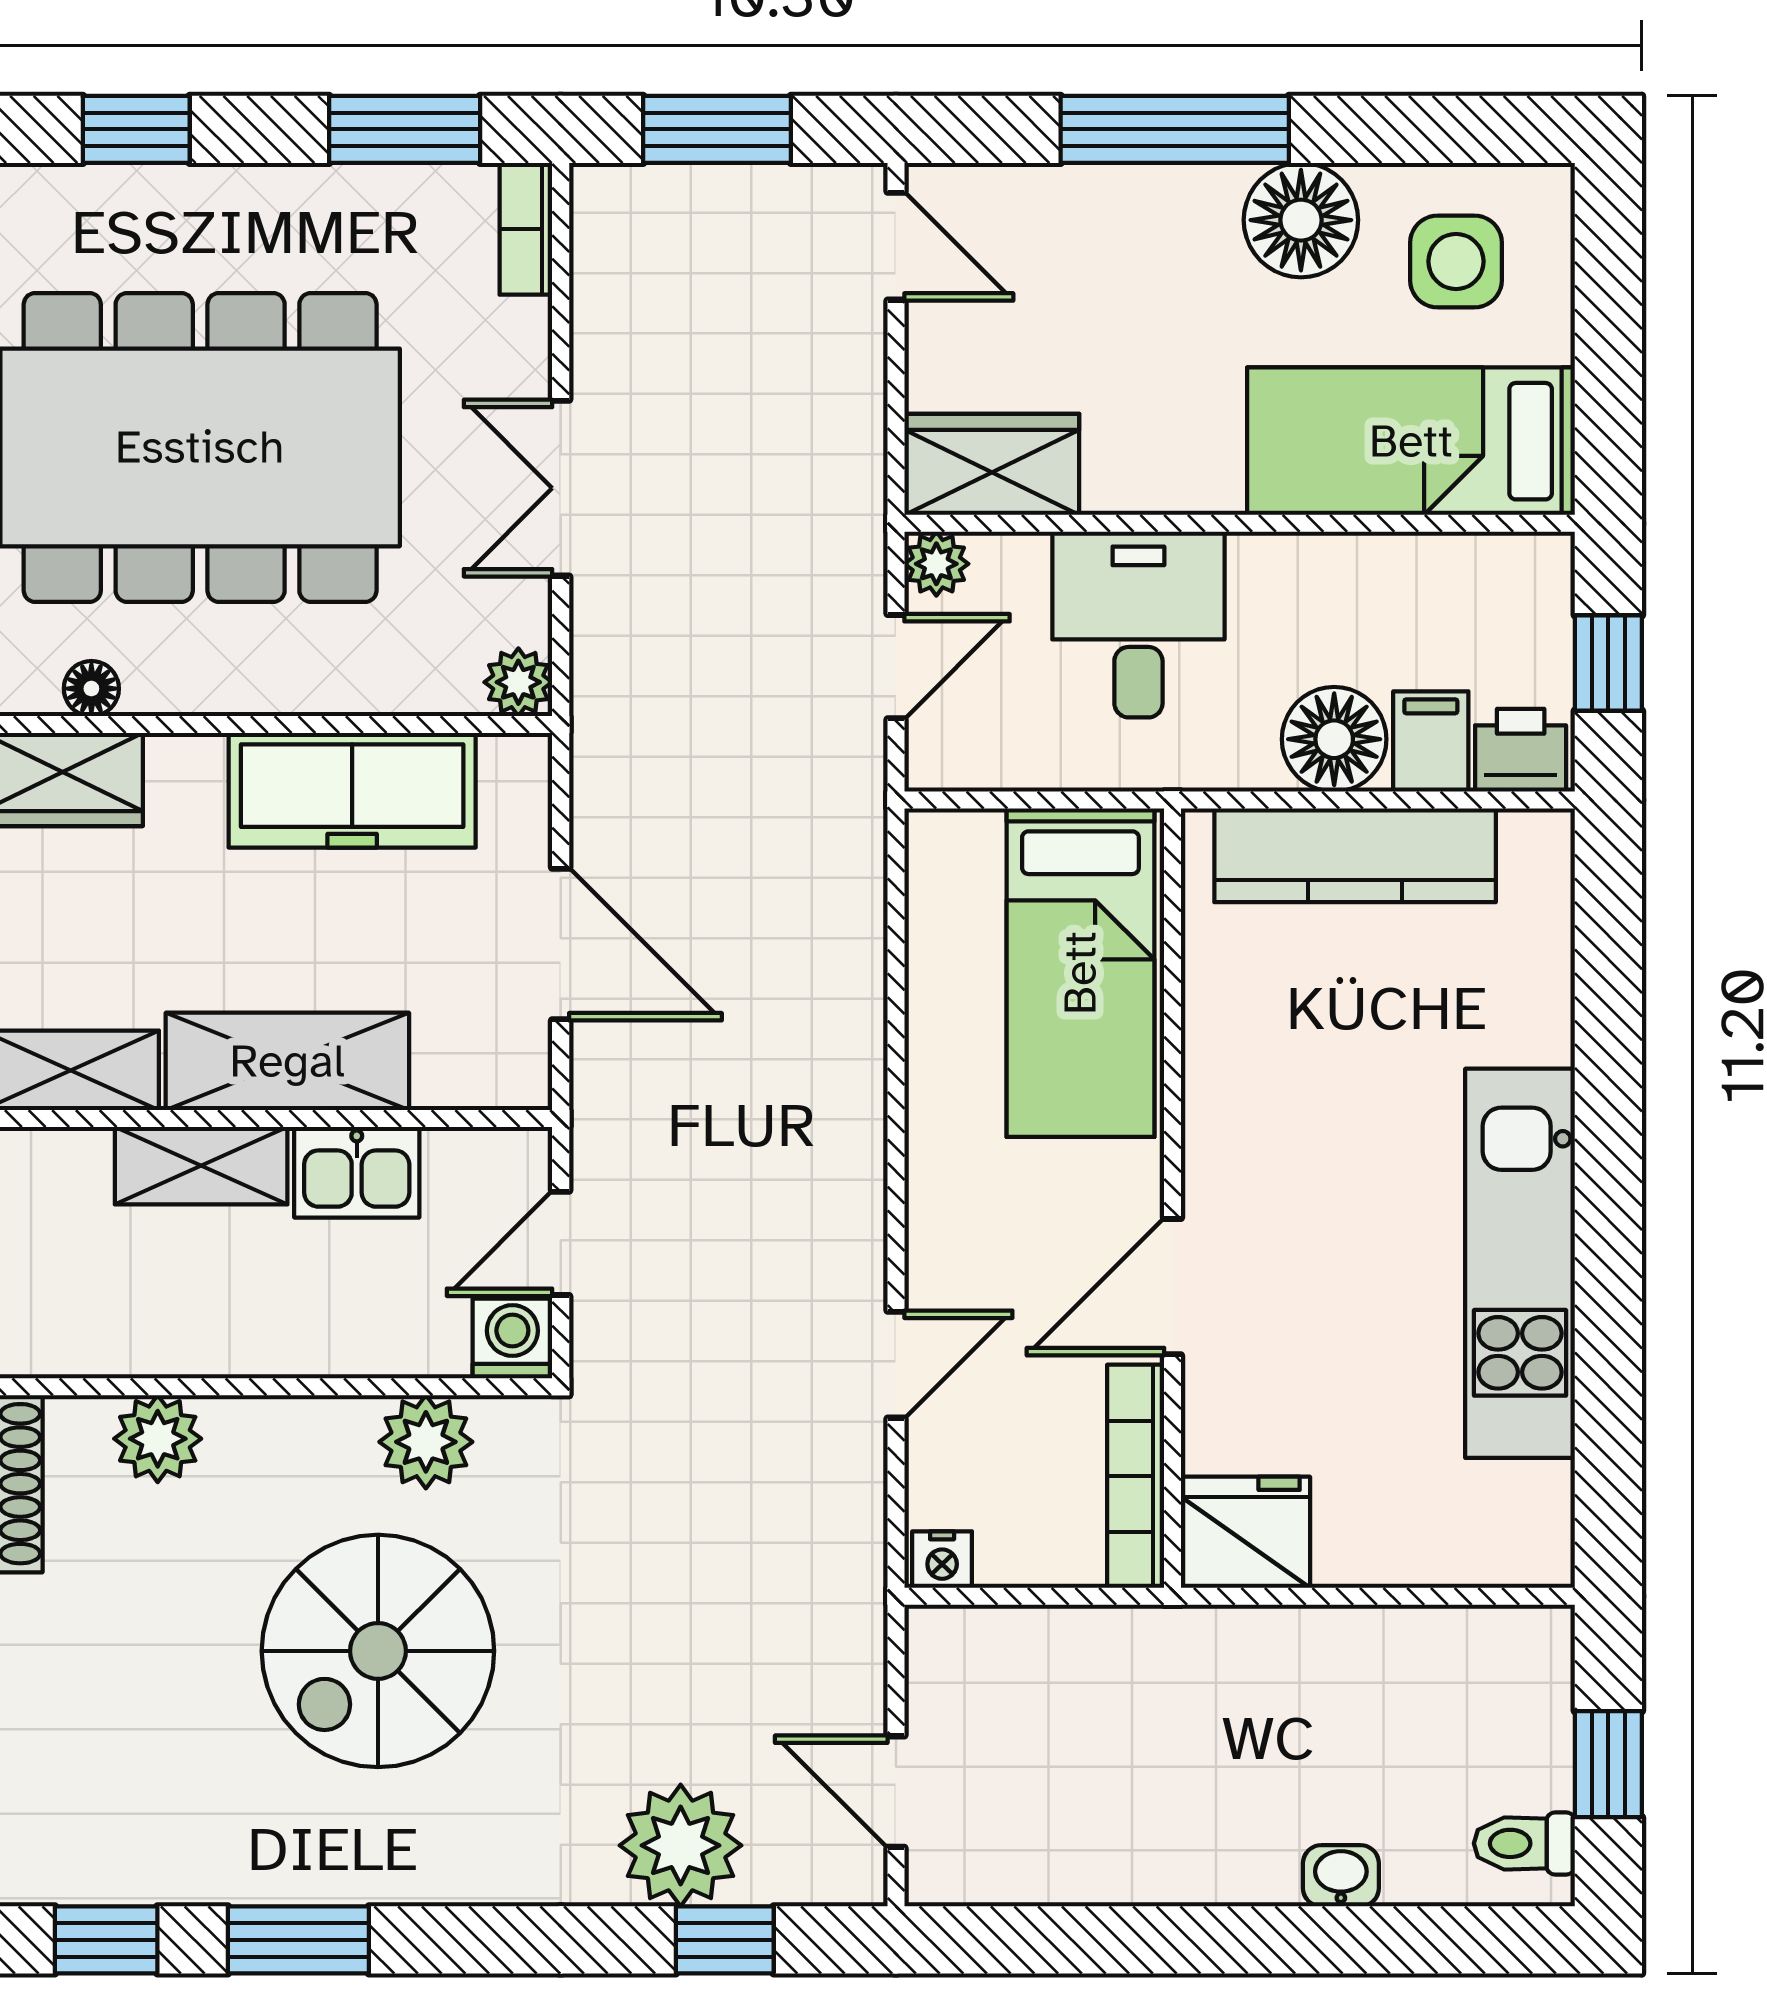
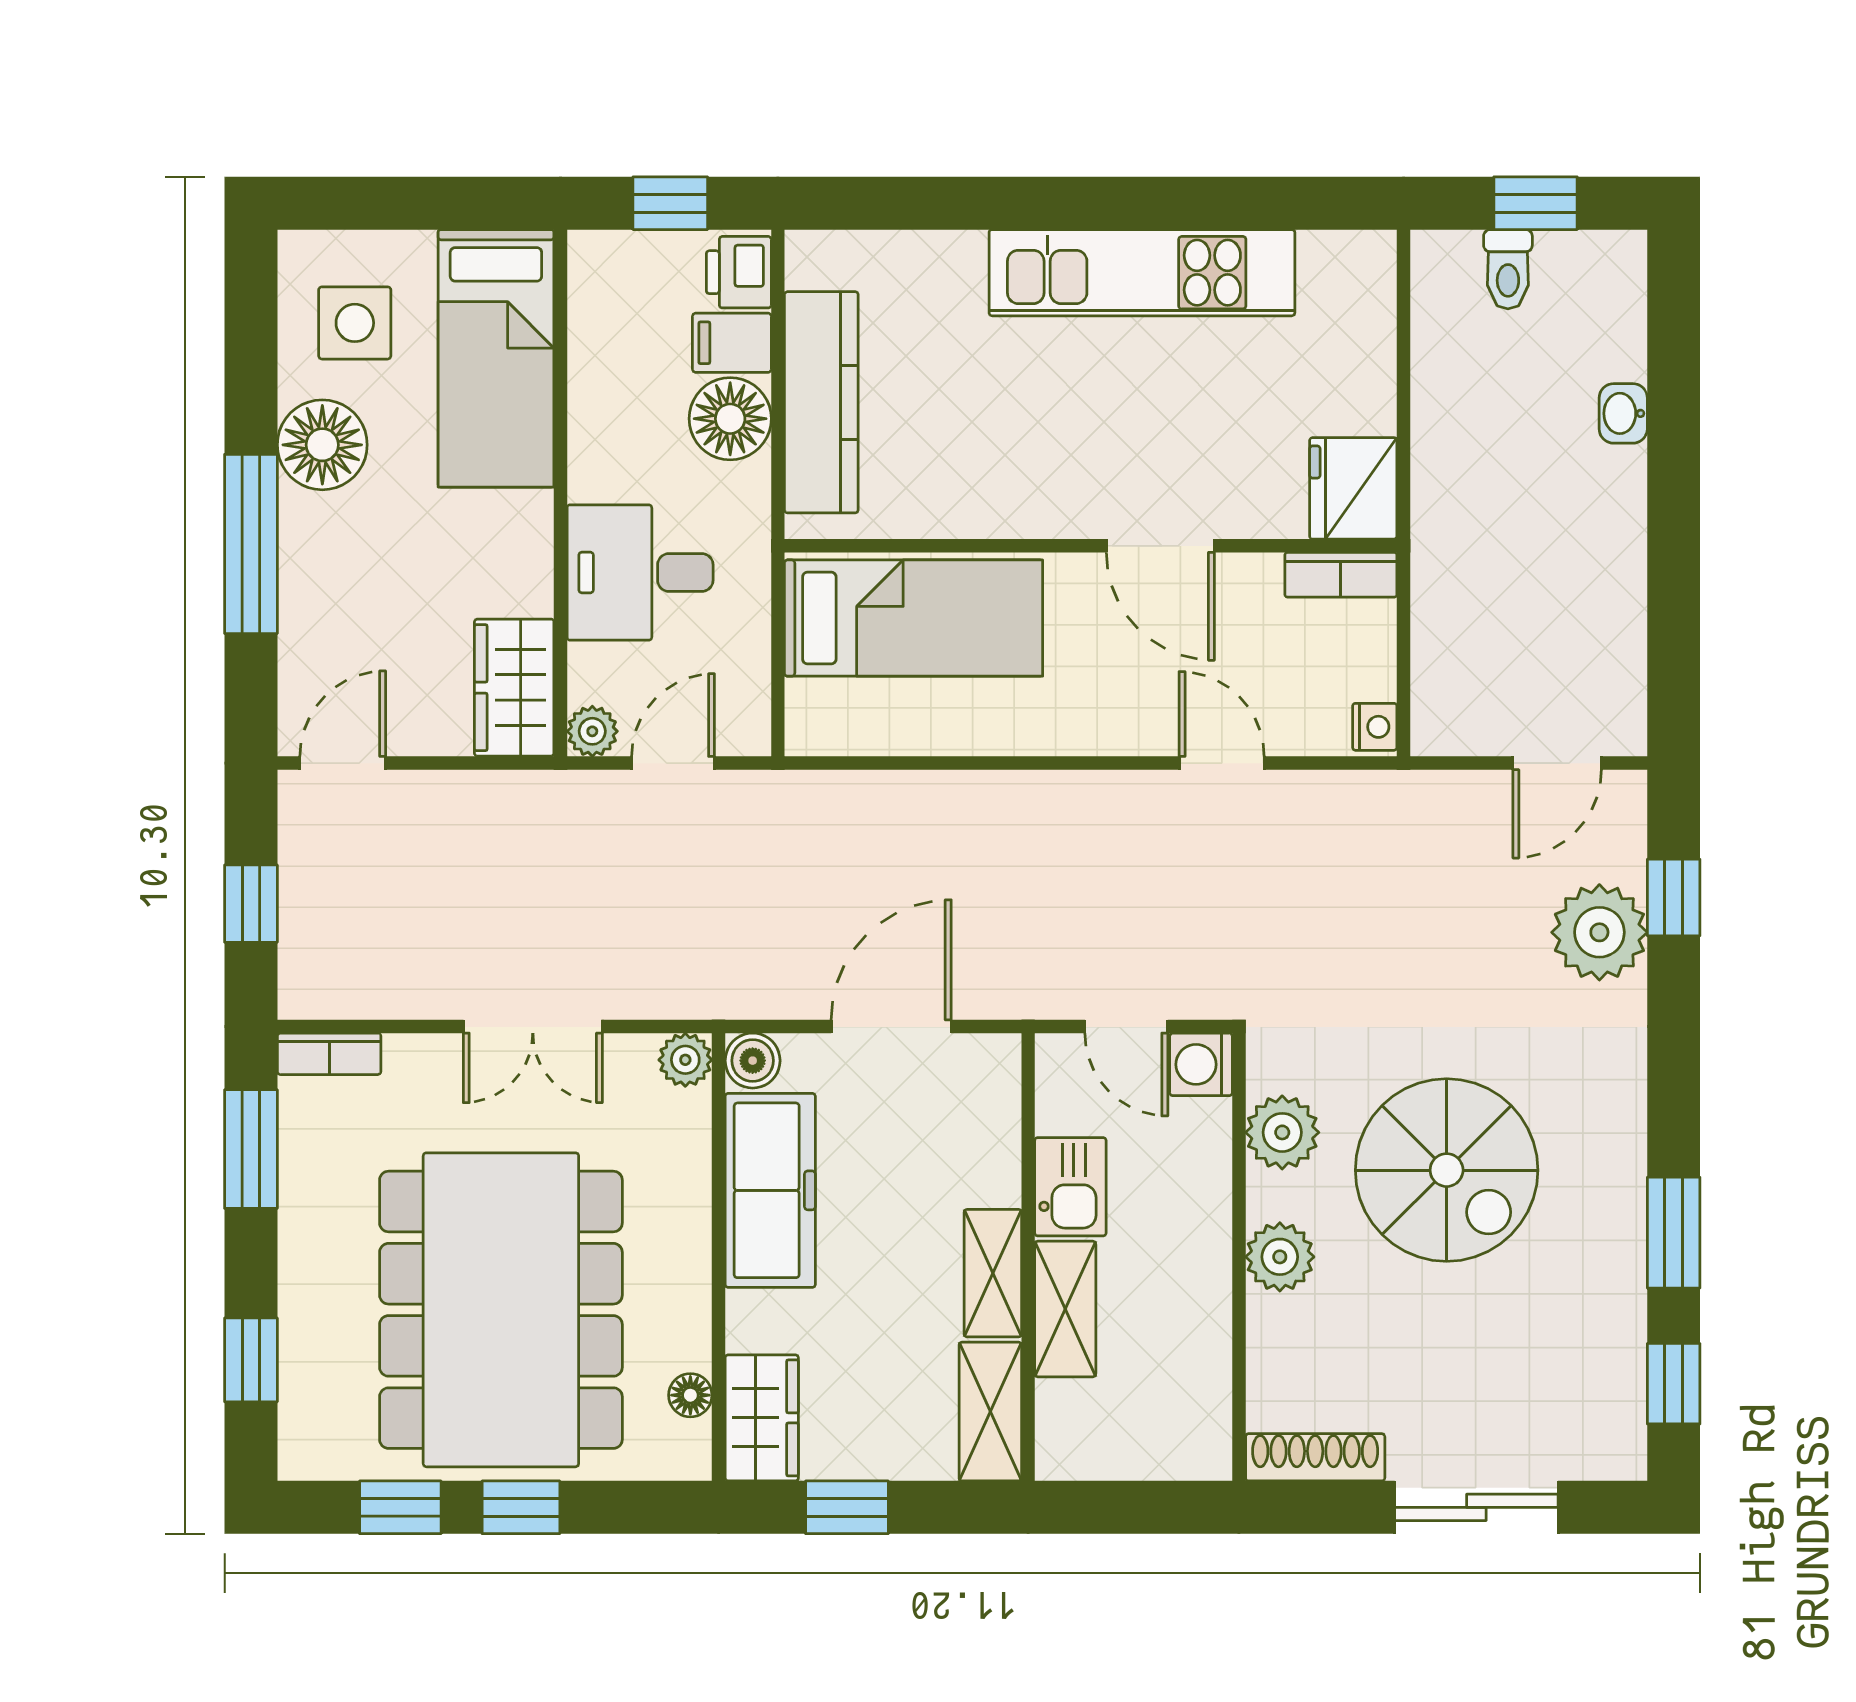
window: (717, 129) -> (251, 904), width x0.67
door: (896, 667) -> (673, 763), hinge flipped
boiler: (517, 768) -> (753, 1061), added
shelving: (287, 1061) -> (993, 1273), width x0.67, depth x0.75
plant: (158, 1439) -> (1280, 1257), moved
bookcase: (1136, 1476) -> (1341, 575), width x0.64
toilet: (1524, 1843) -> (1508, 269), moved

